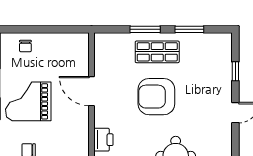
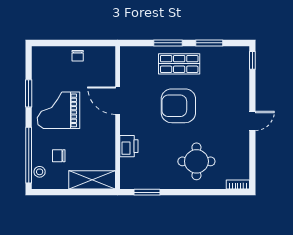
chair: (25, 46) -> (78, 56), moved
window: (235, 71) -> (252, 60), moved

